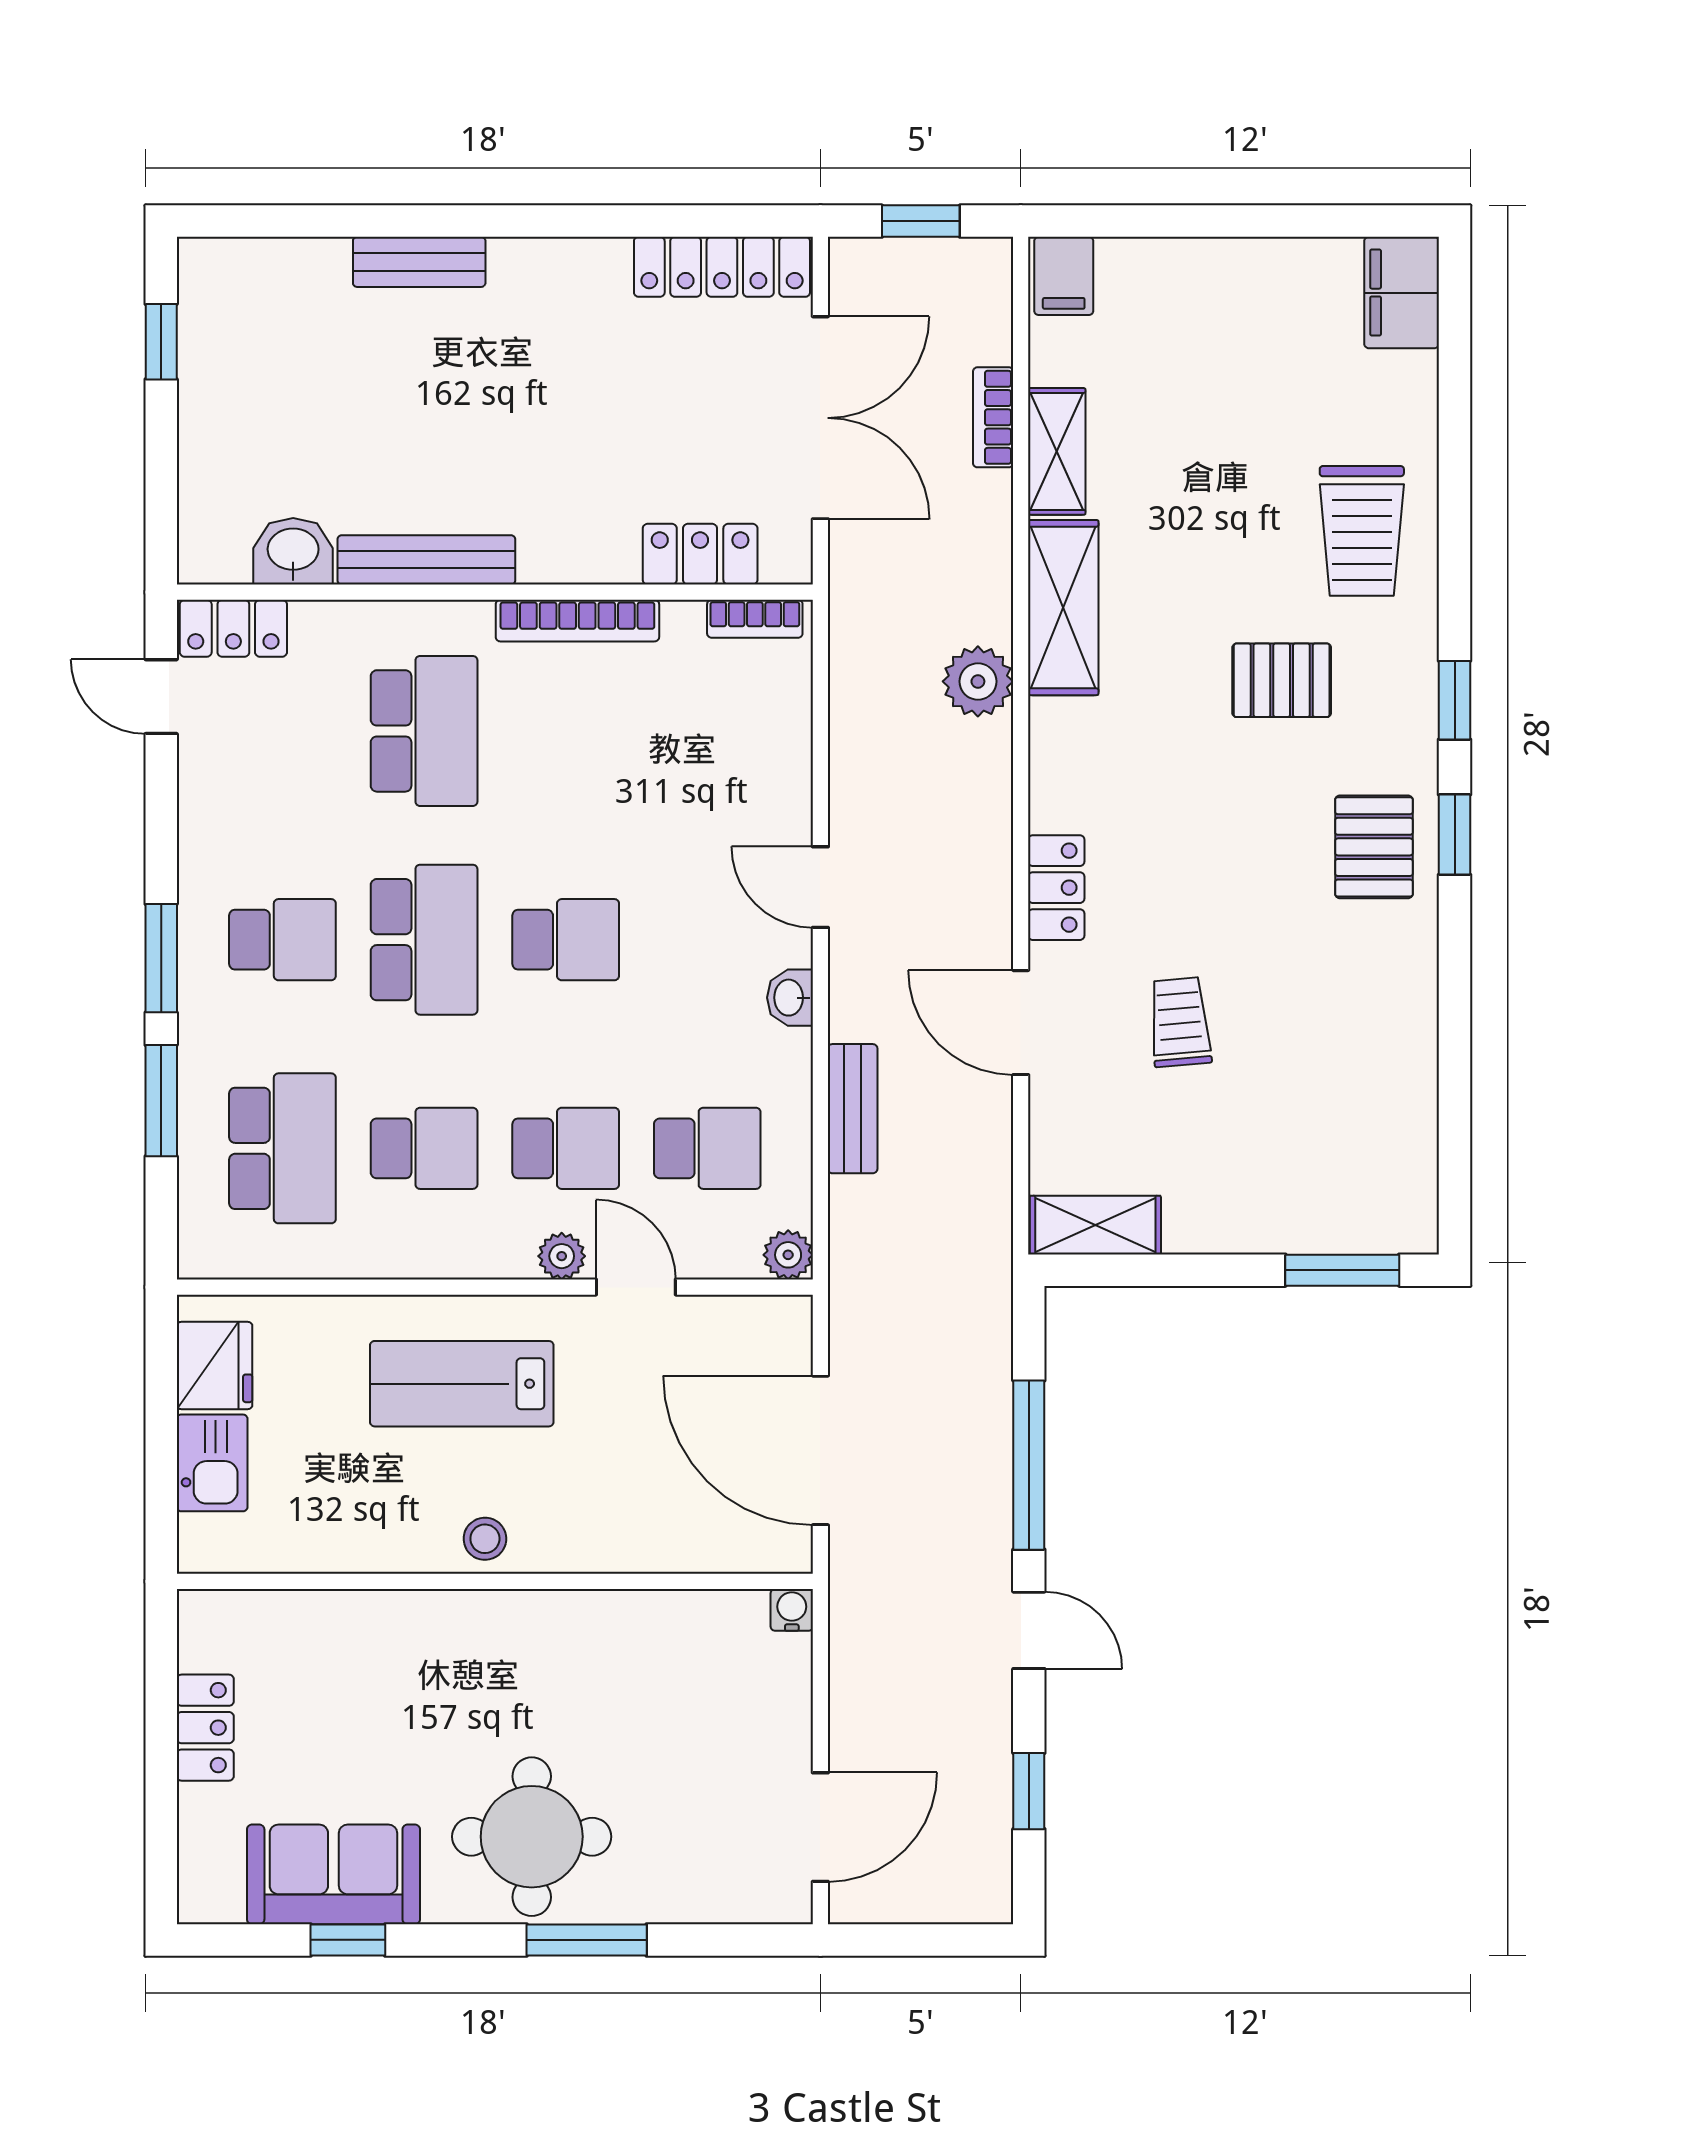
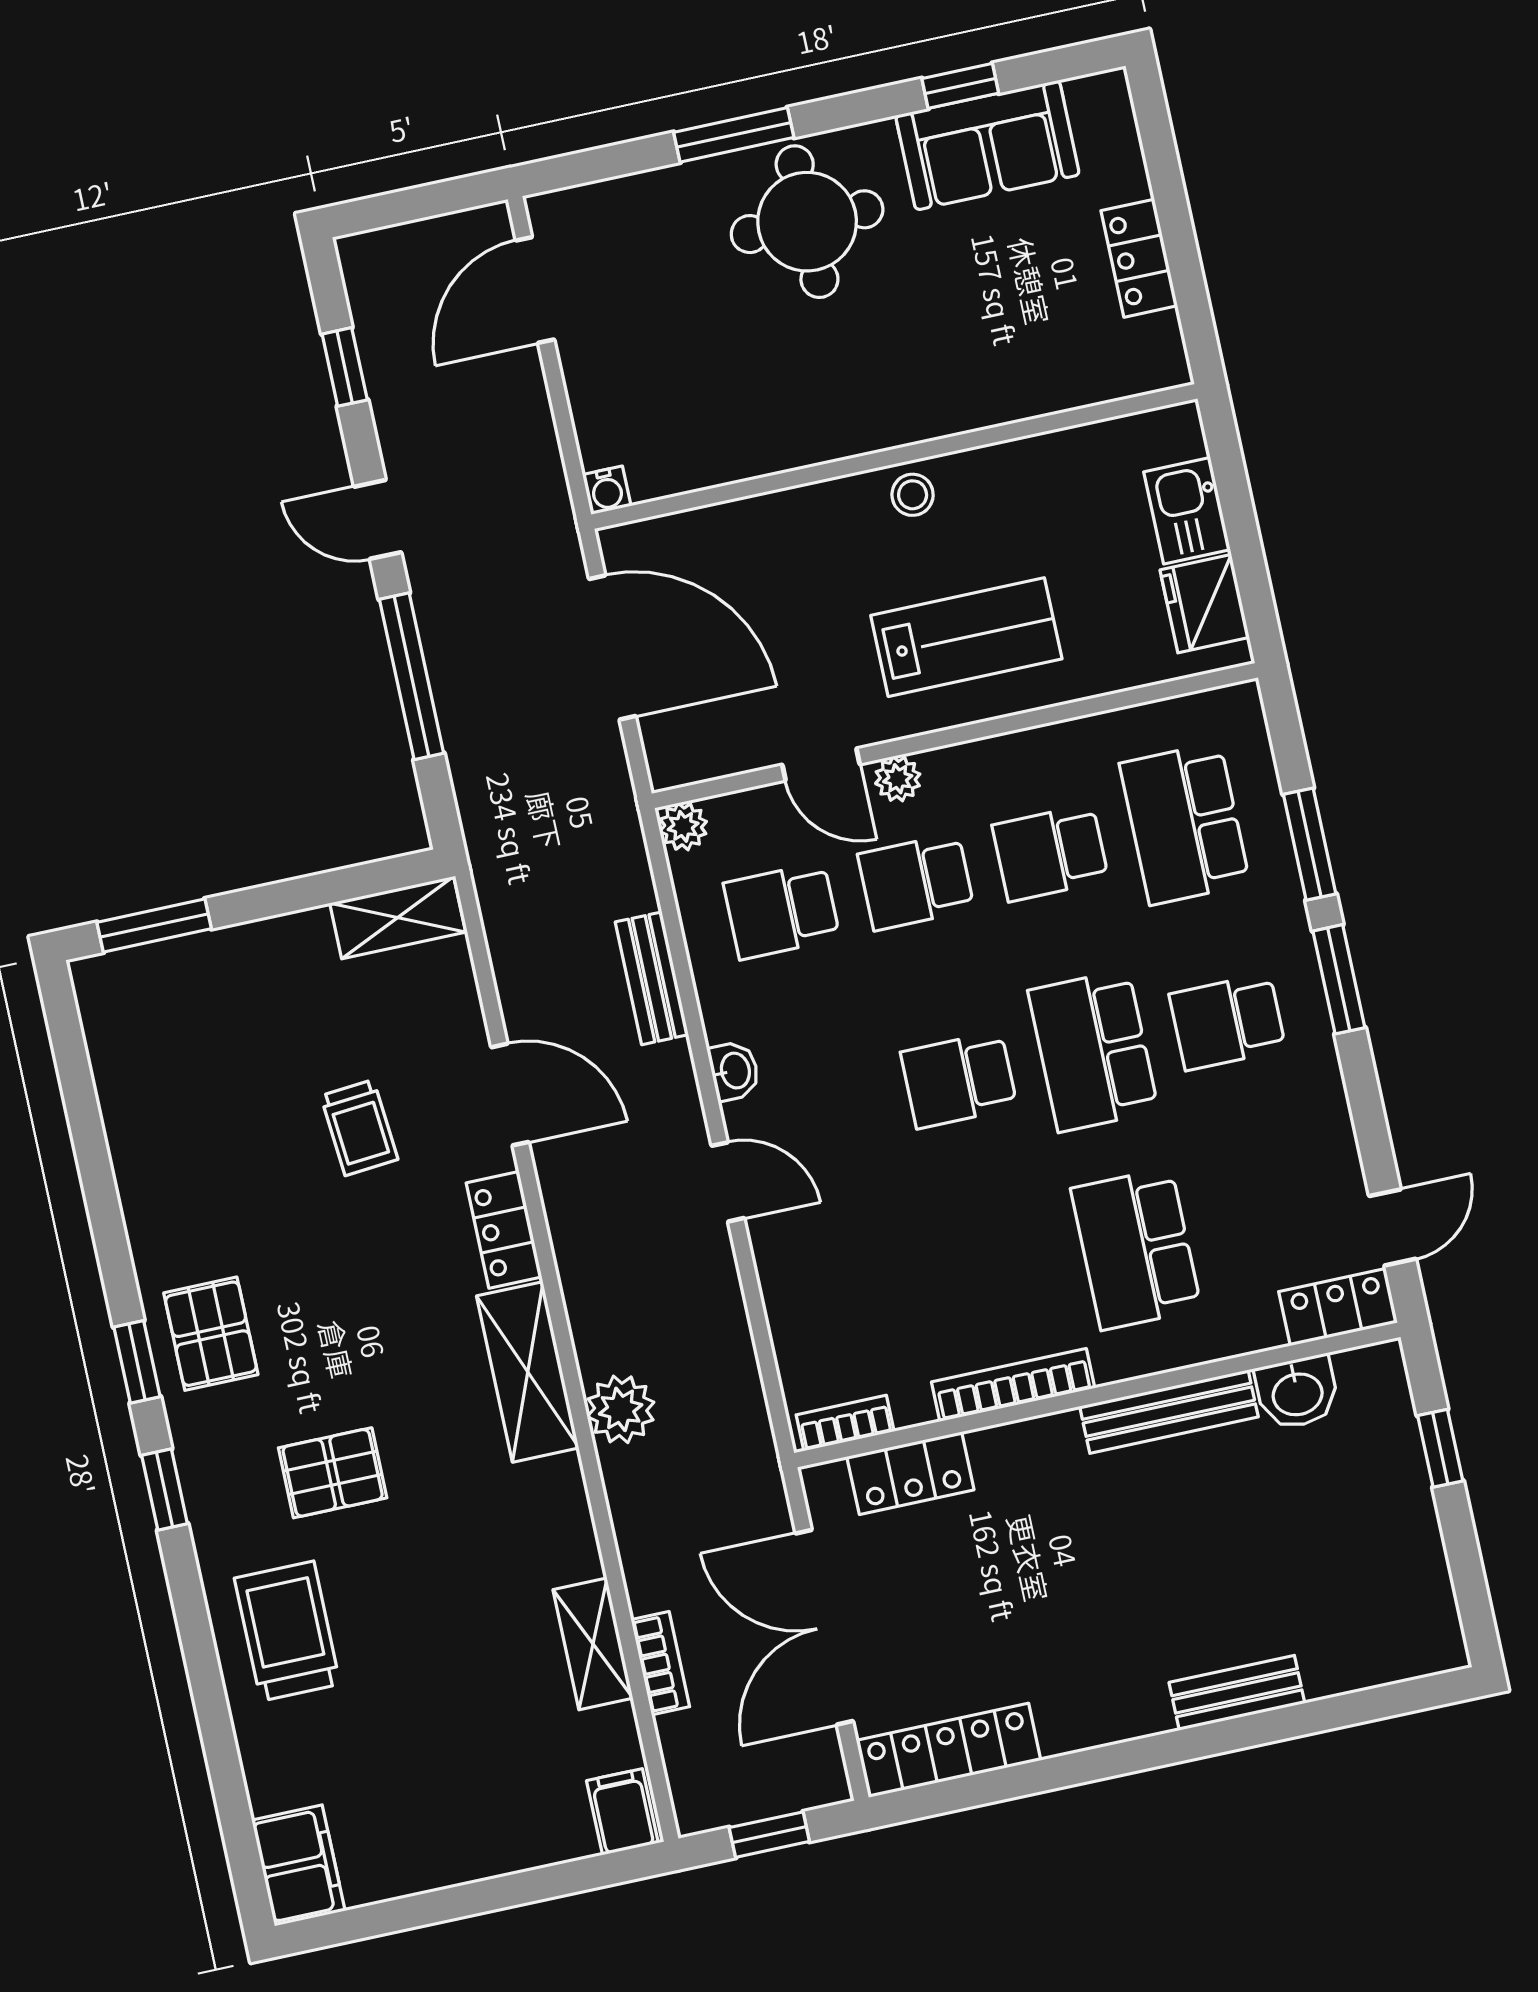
window: (161, 342) -> (1440, 1448), moved
shelving: (1063, 608) -> (528, 1372), moved
door: (161, 697) -> (1392, 1227), hinge flipped

